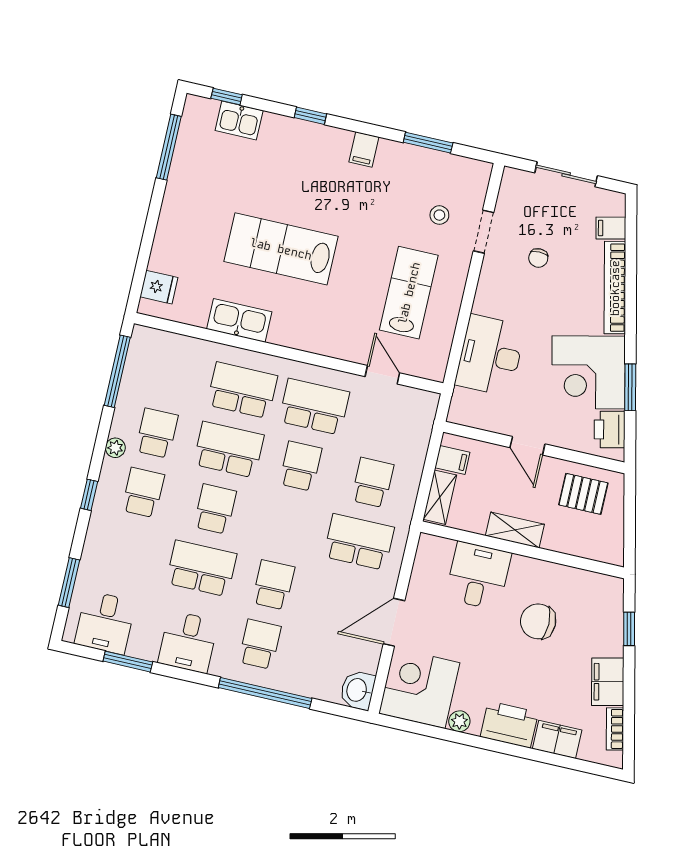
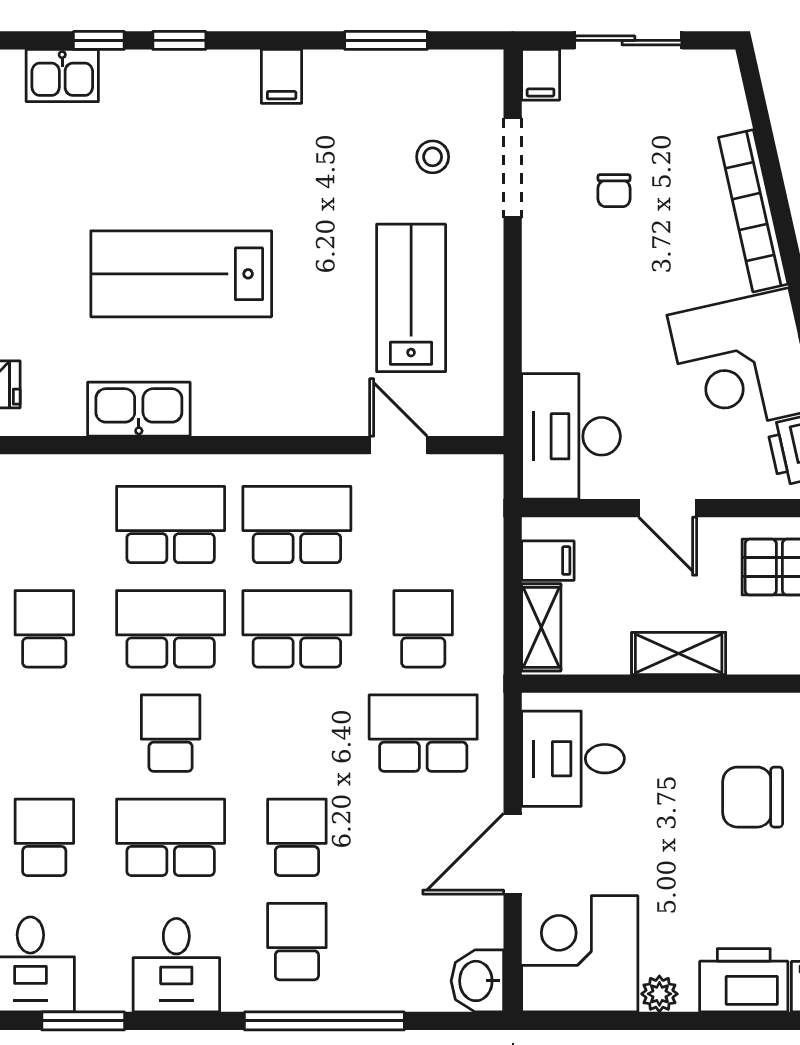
window: (227, 97) -> (99, 40), moved
filing cabinet: (611, 228) -> (541, 75), moved, turned -77
doorway: (484, 232) -> (513, 168), width x1.38
desk: (490, 355) -> (571, 436), moved
school desk: (301, 466) -> (297, 629), width x1.85
school desk: (143, 493) -> (44, 837), moved
desk: (478, 576) -> (573, 759), moved, turned -90

